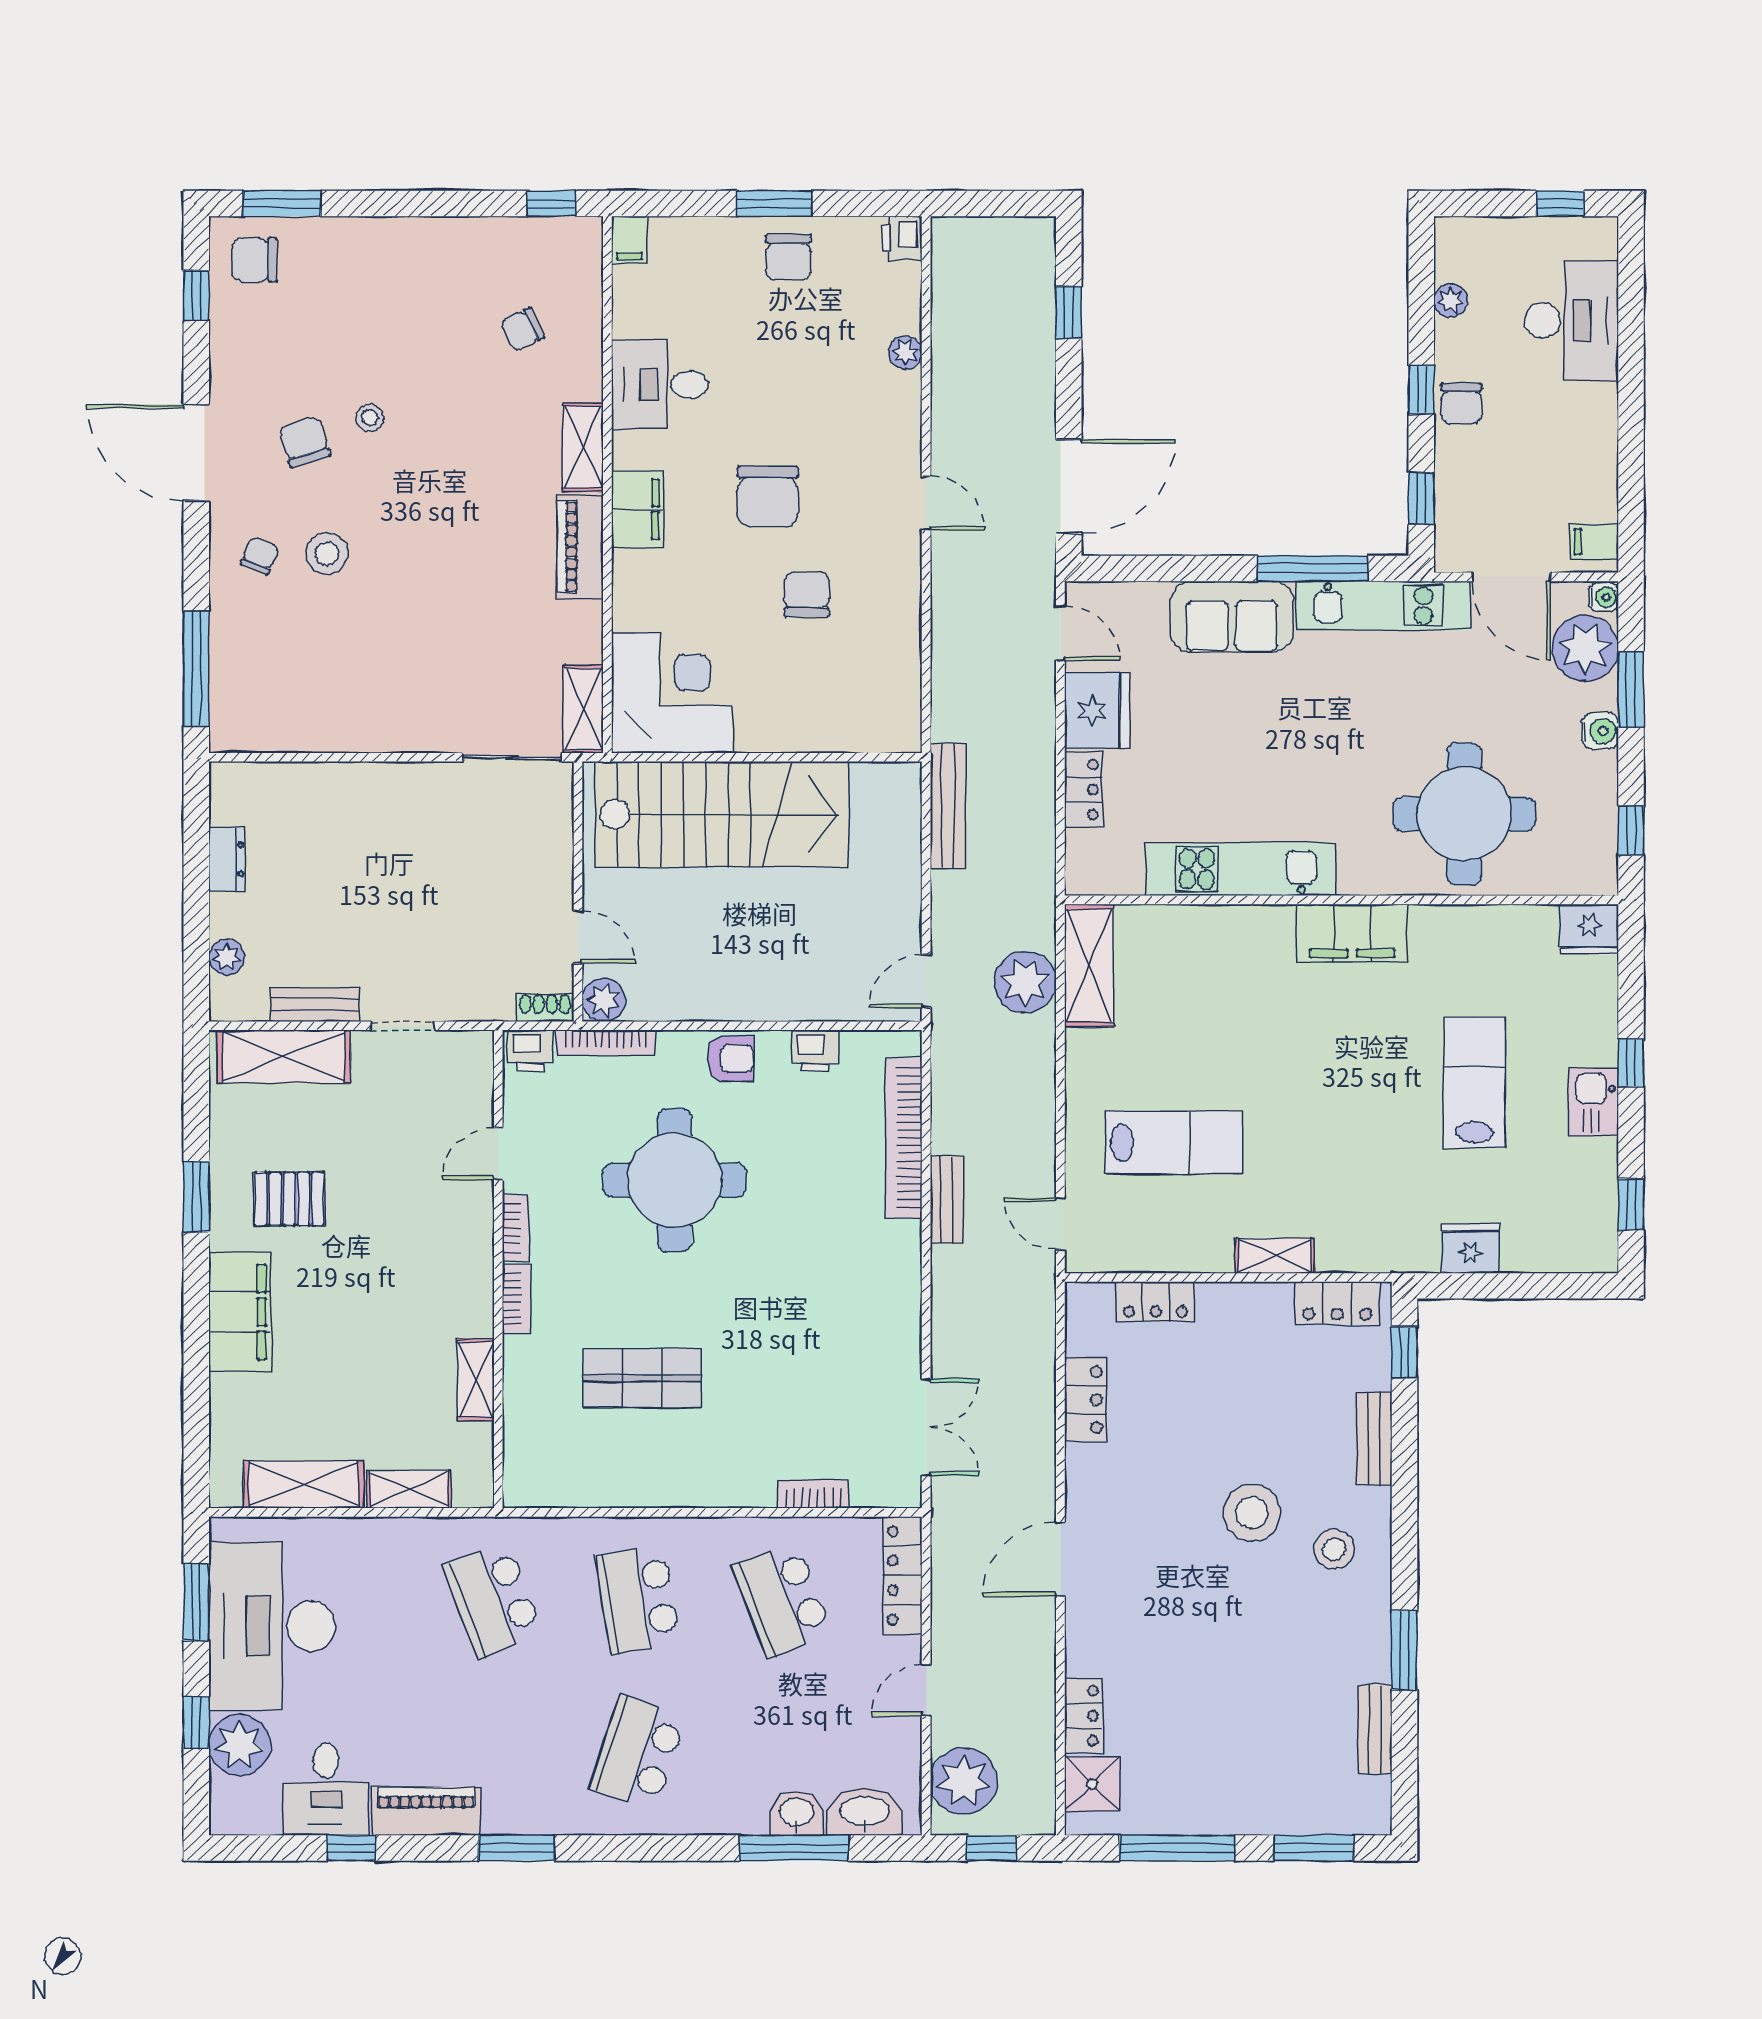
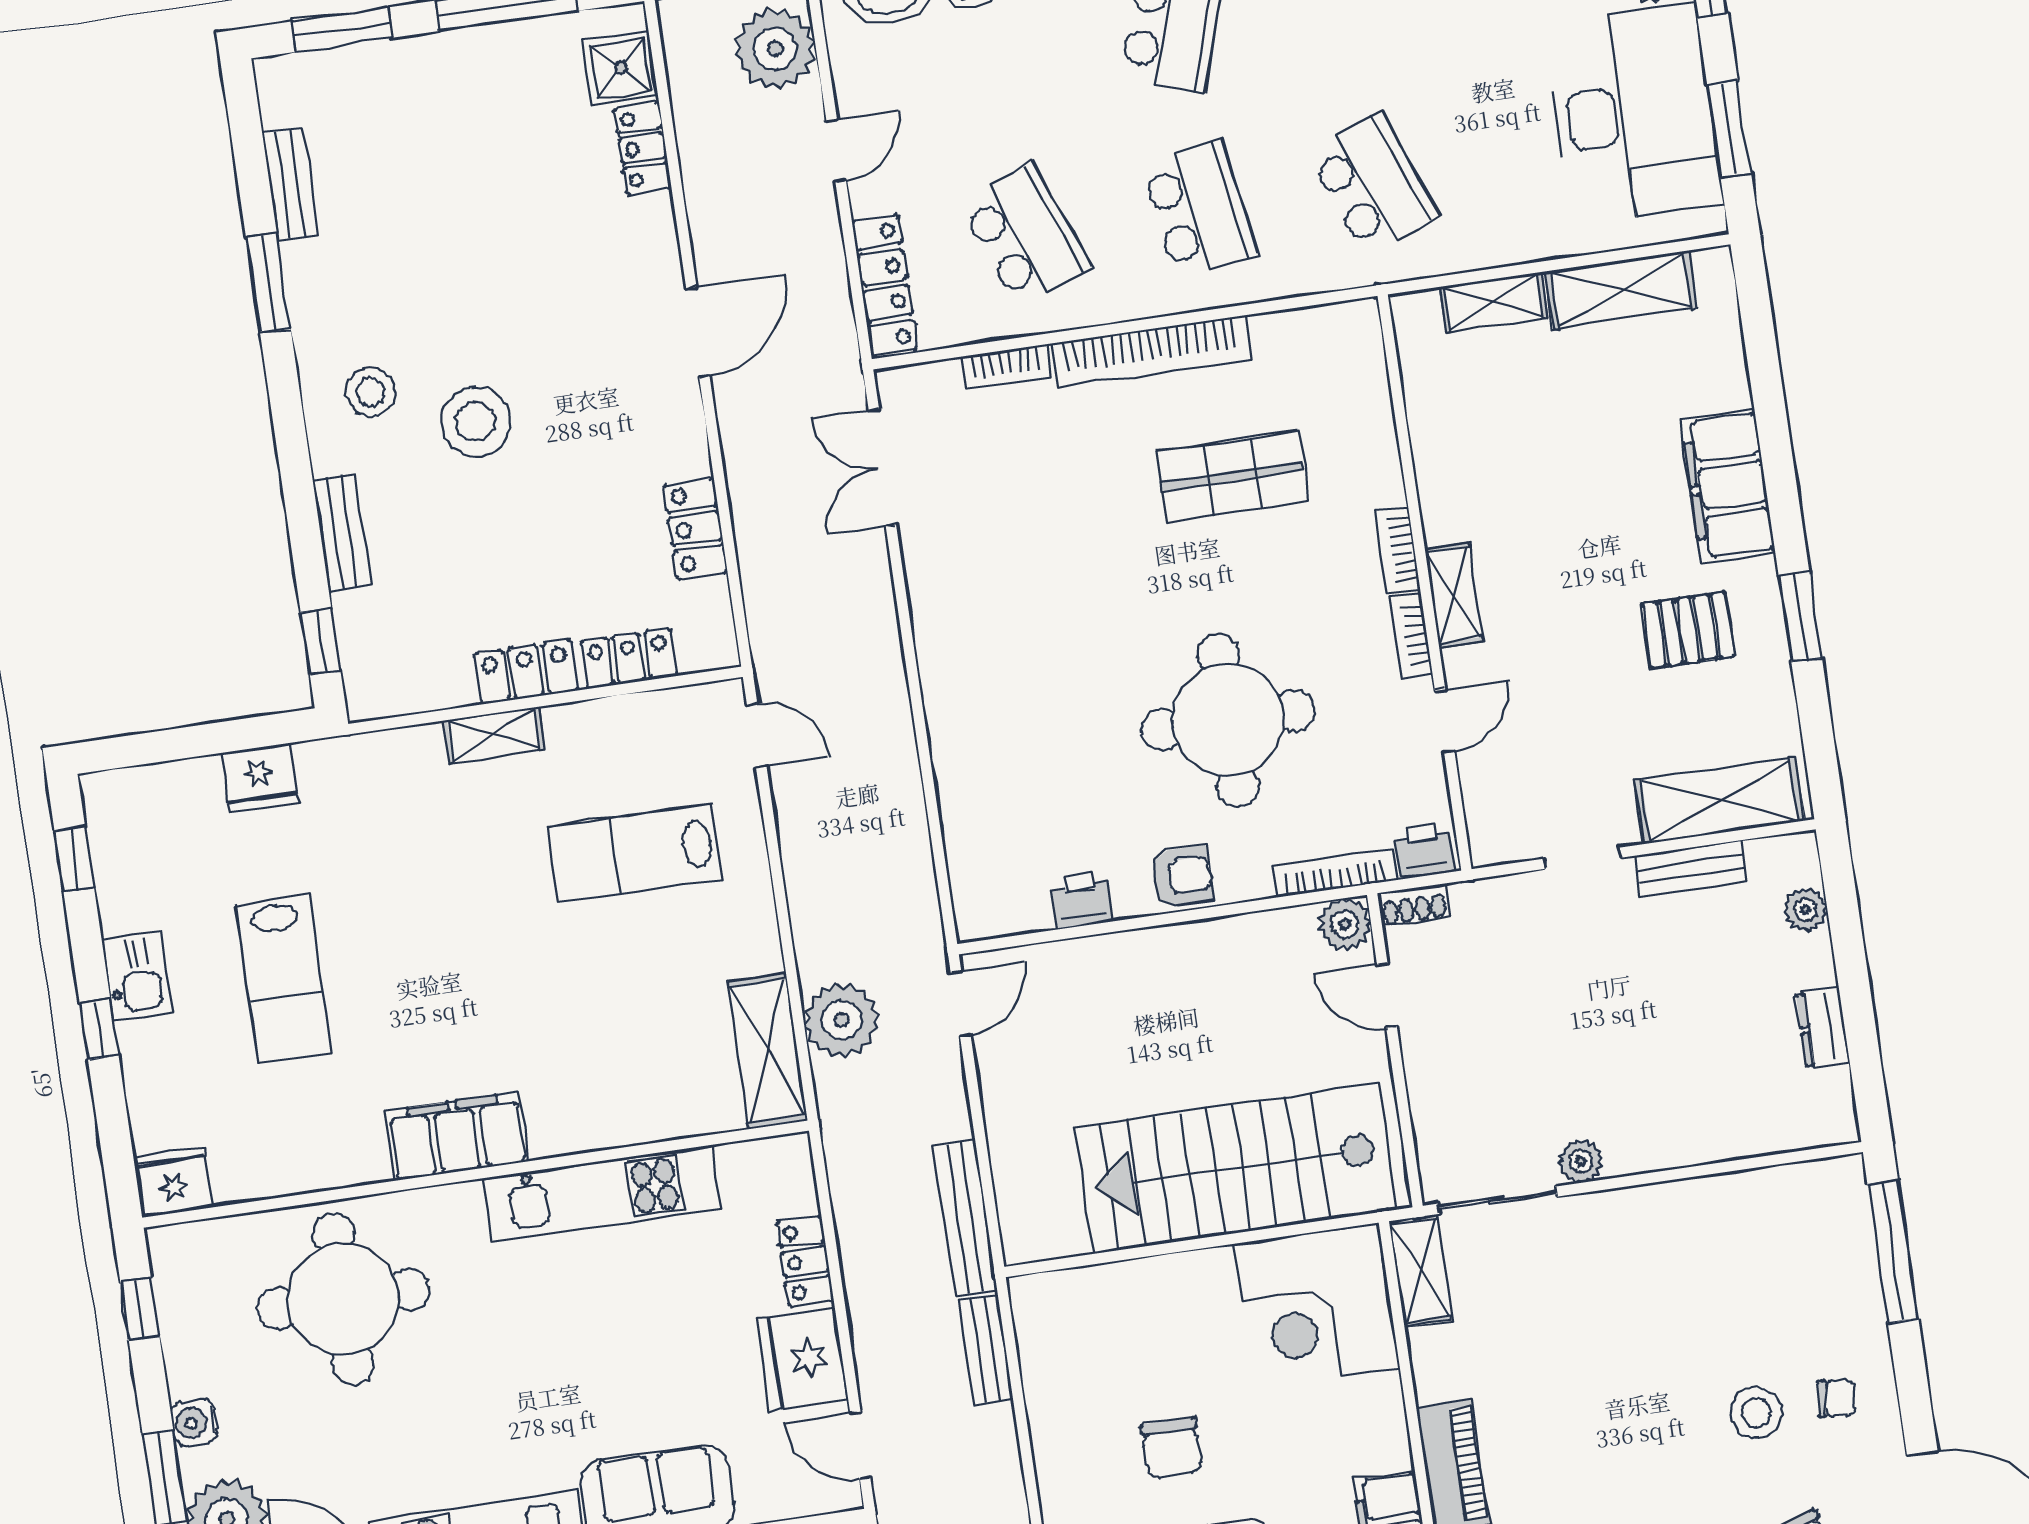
chair: (260, 556) -> (1837, 1398), turned -105
plant: (440, 779) -> (1581, 1161), added
armchair: (731, 1059) -> (1182, 876), turned 180
bookcase: (904, 1138) -> (1151, 351), moved, turned 90
bench: (947, 1200) -> (985, 1350), moved
locker: (1337, 1303) -> (526, 672), moved
shelving: (476, 1380) -> (1454, 595), moved

